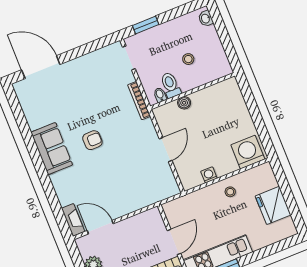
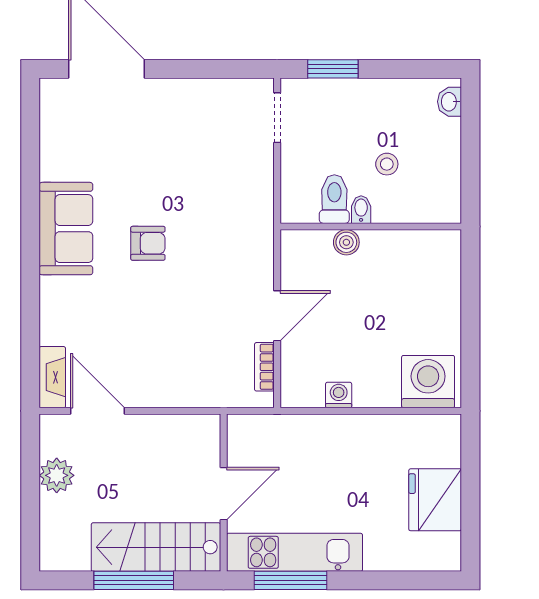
bidet: (160, 95) -> (361, 210), moved
bookcase: (139, 101) -> (264, 367), moved, width x0.64
stool: (230, 192) -> (366, 442), removed

